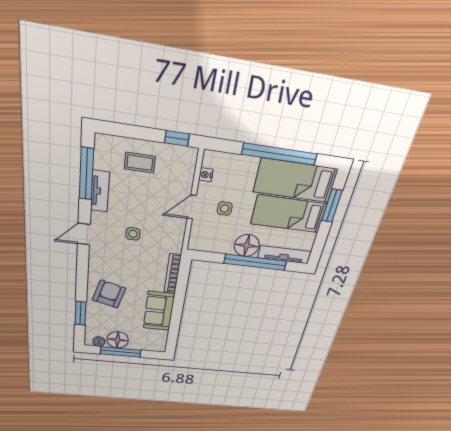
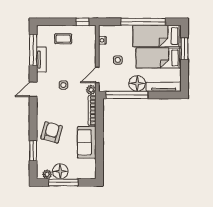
door: (192, 207) -> (97, 75), moved
plant: (175, 246) -> (91, 90), added
window: (255, 262) -> (127, 95), moved

